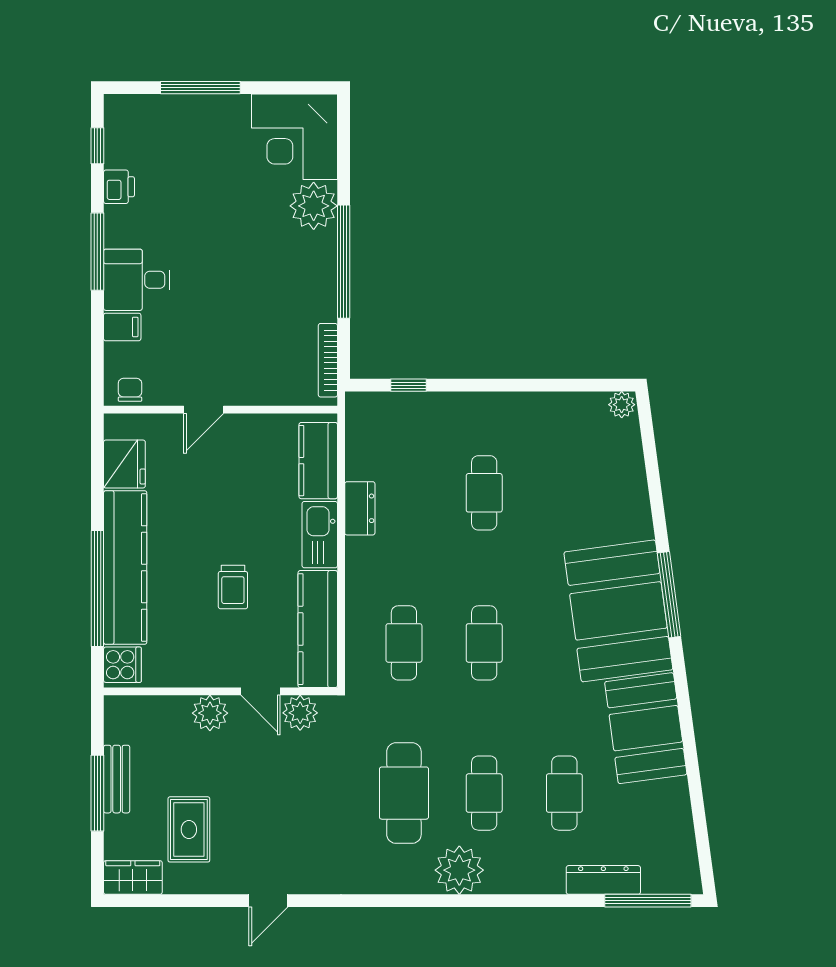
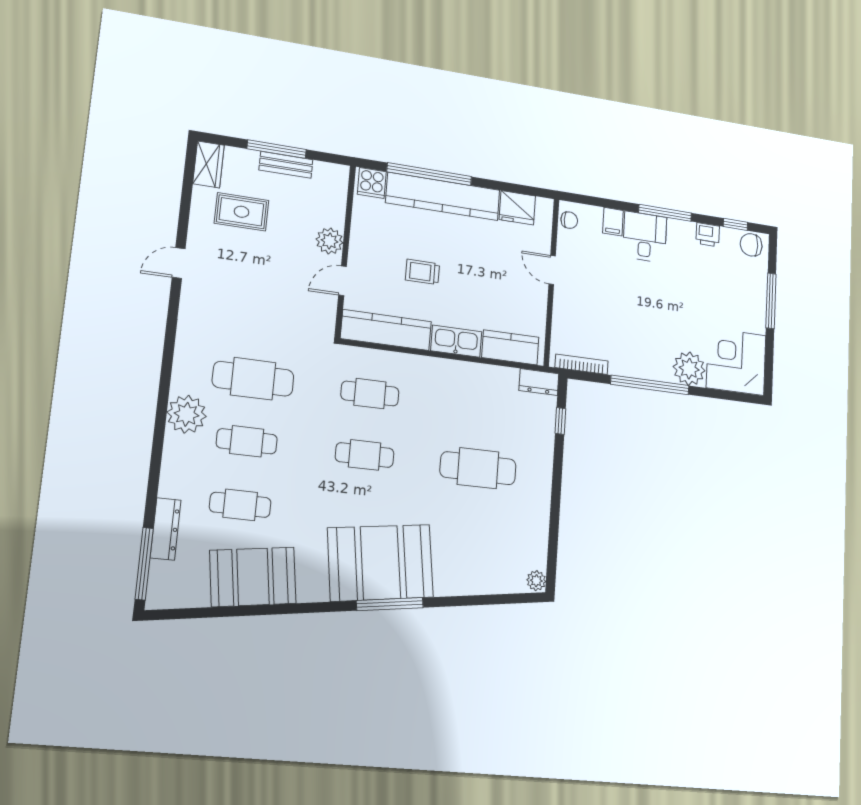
chair: (124, 121) -> (751, 245), added
cafe table: (484, 493) -> (478, 468), width x1.37, depth x1.35
dresser: (360, 508) -> (539, 382), moved
plant: (300, 713) -> (324, 308), removed
booth: (646, 728) -> (253, 577), moved
door: (268, 901) -> (179, 263), hinge flipped

